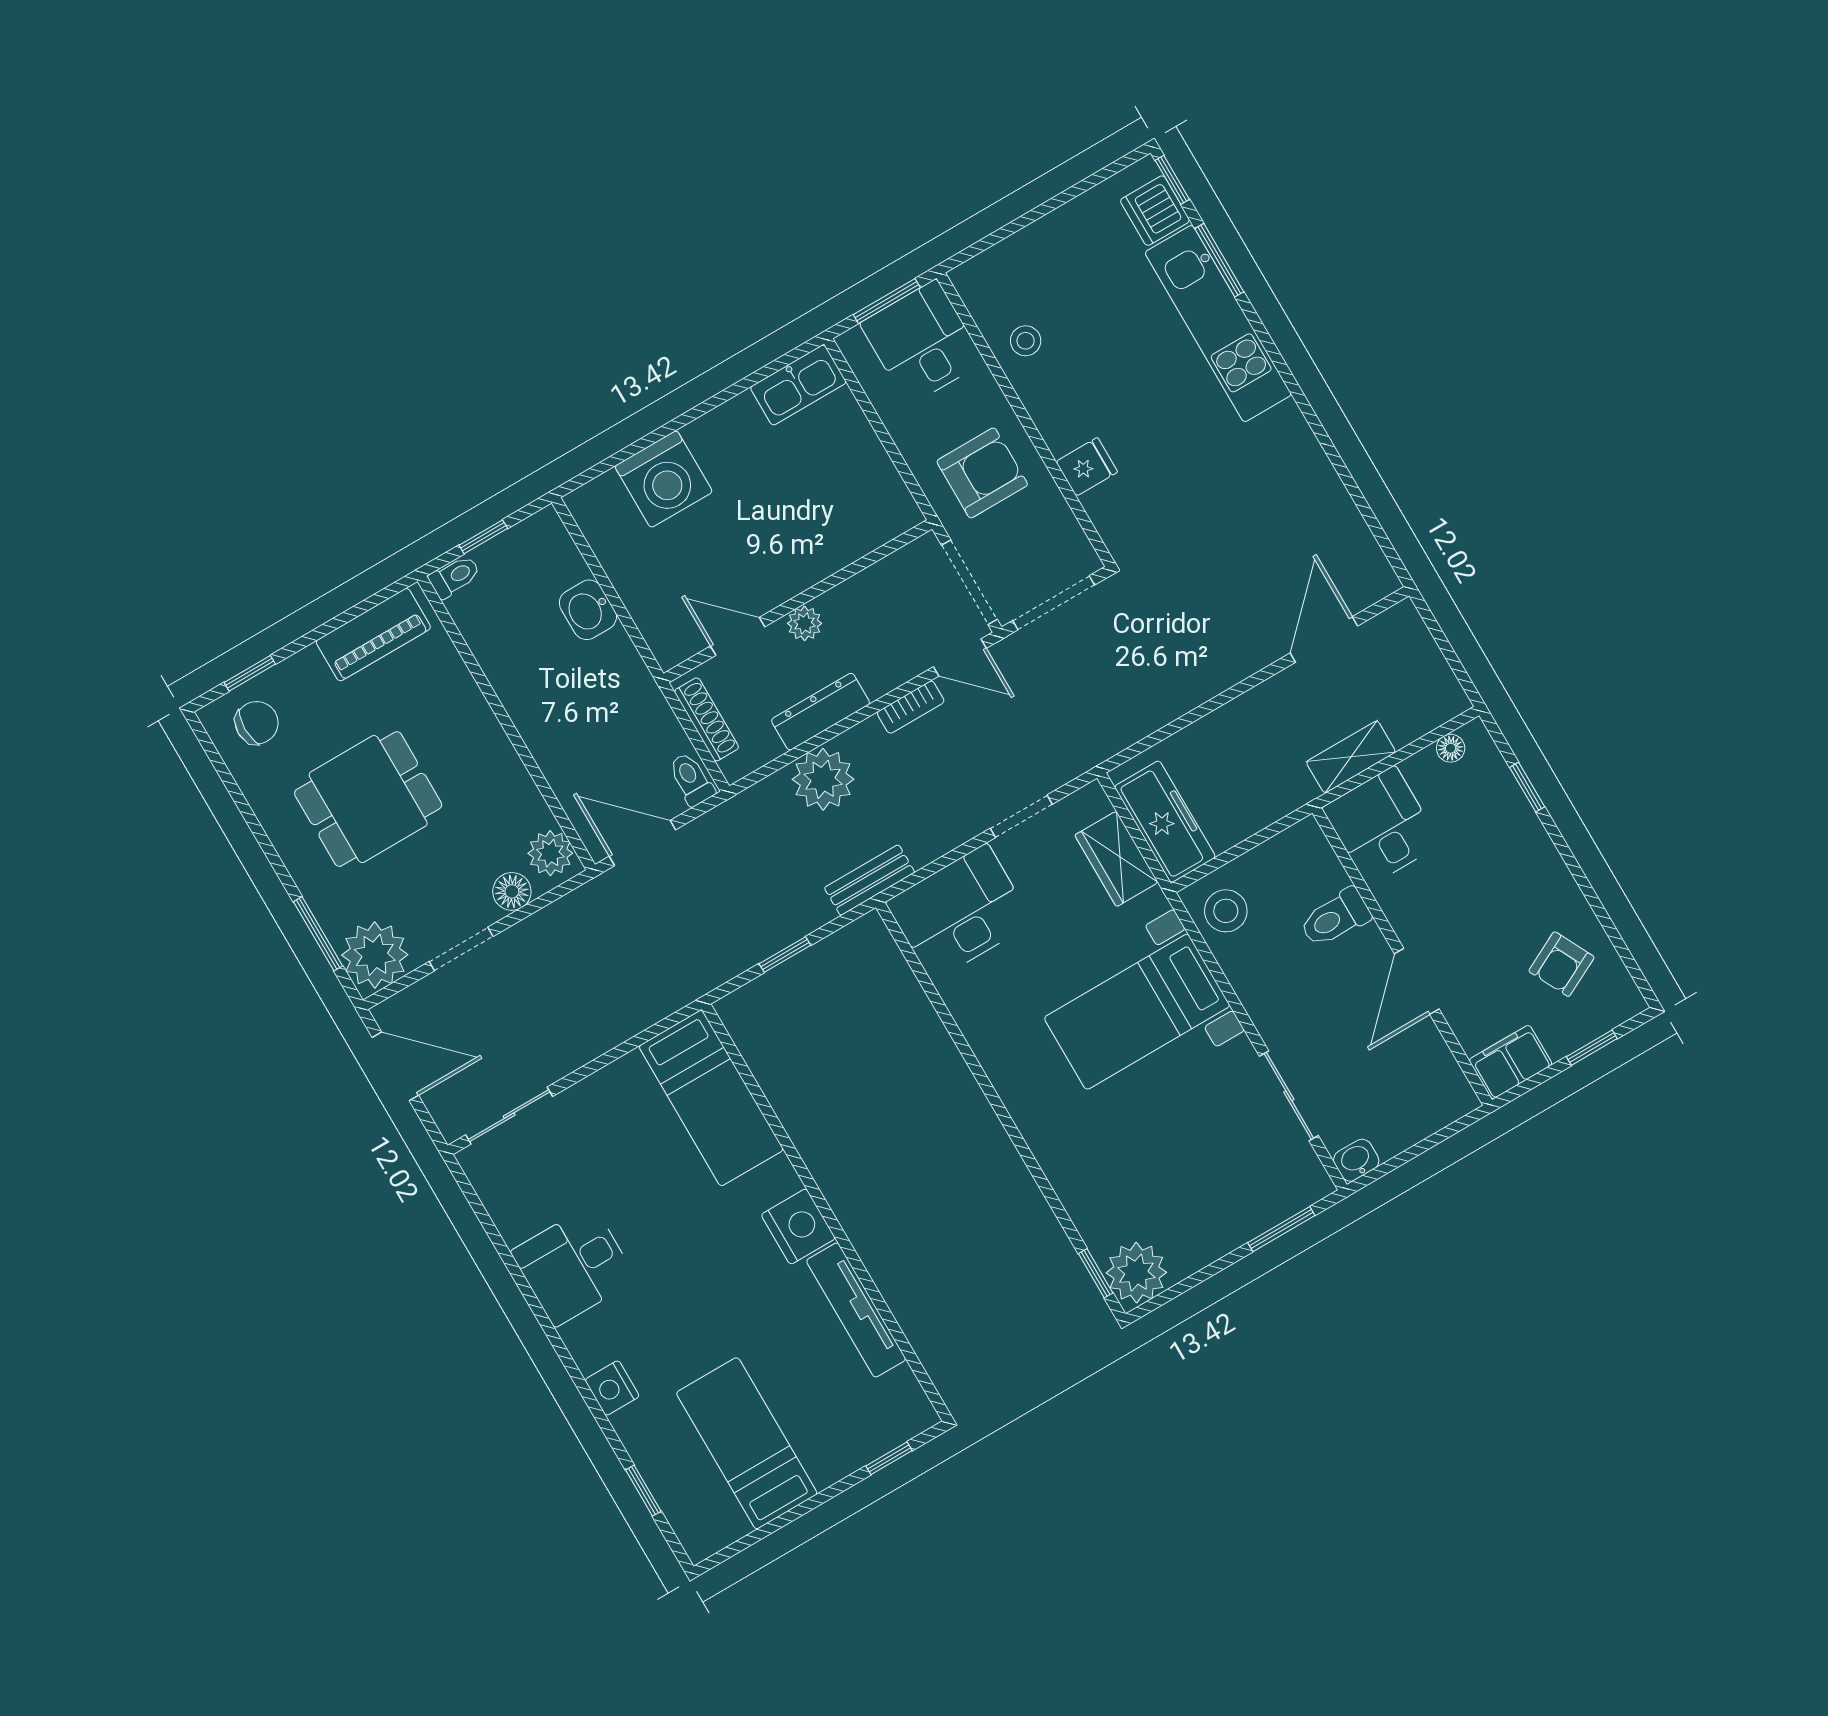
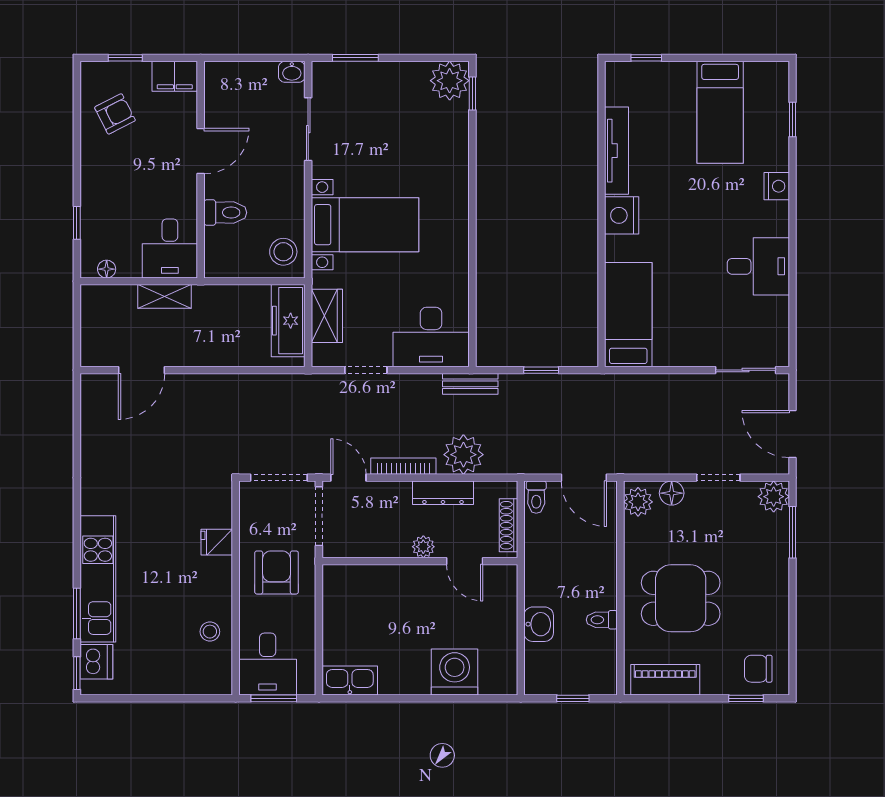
armchair: (982, 473) -> (277, 572), turned 90
toilet: (454, 577) -> (602, 620), moved
bookcase: (911, 707) -> (403, 466), width x1.56
dining table: (368, 799) -> (681, 598), moved
plant: (375, 955) -> (774, 497), width x0.73, depth x0.73

